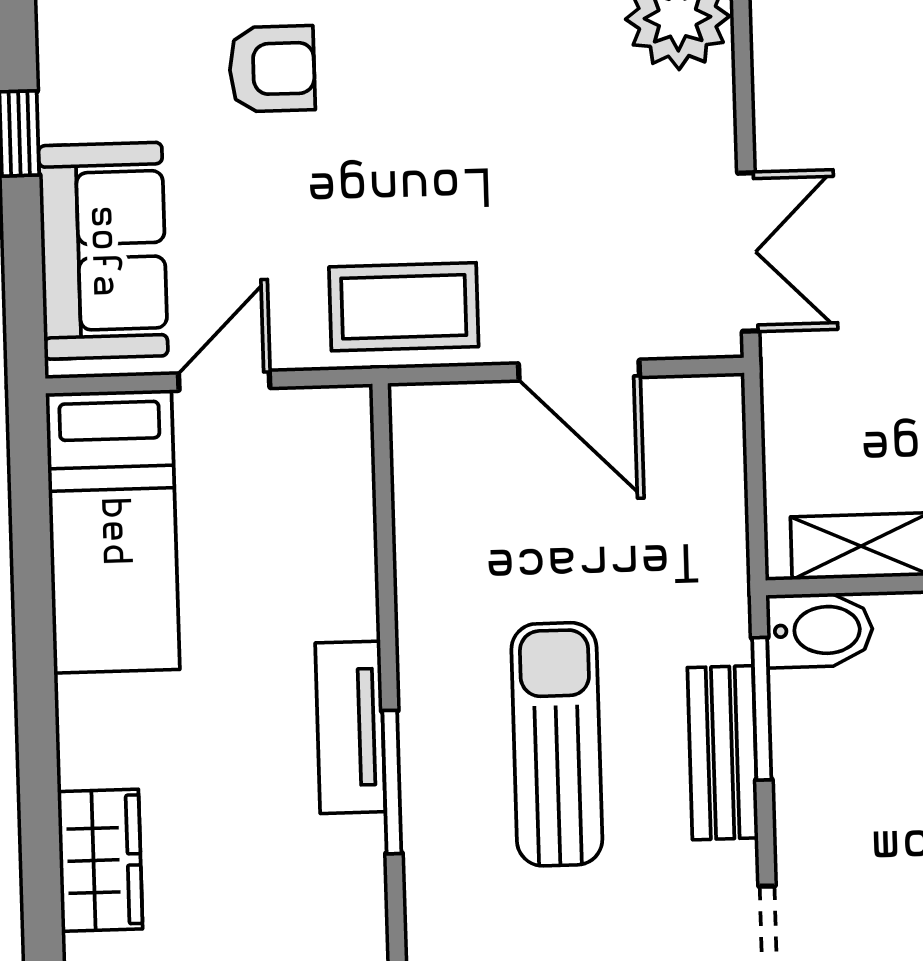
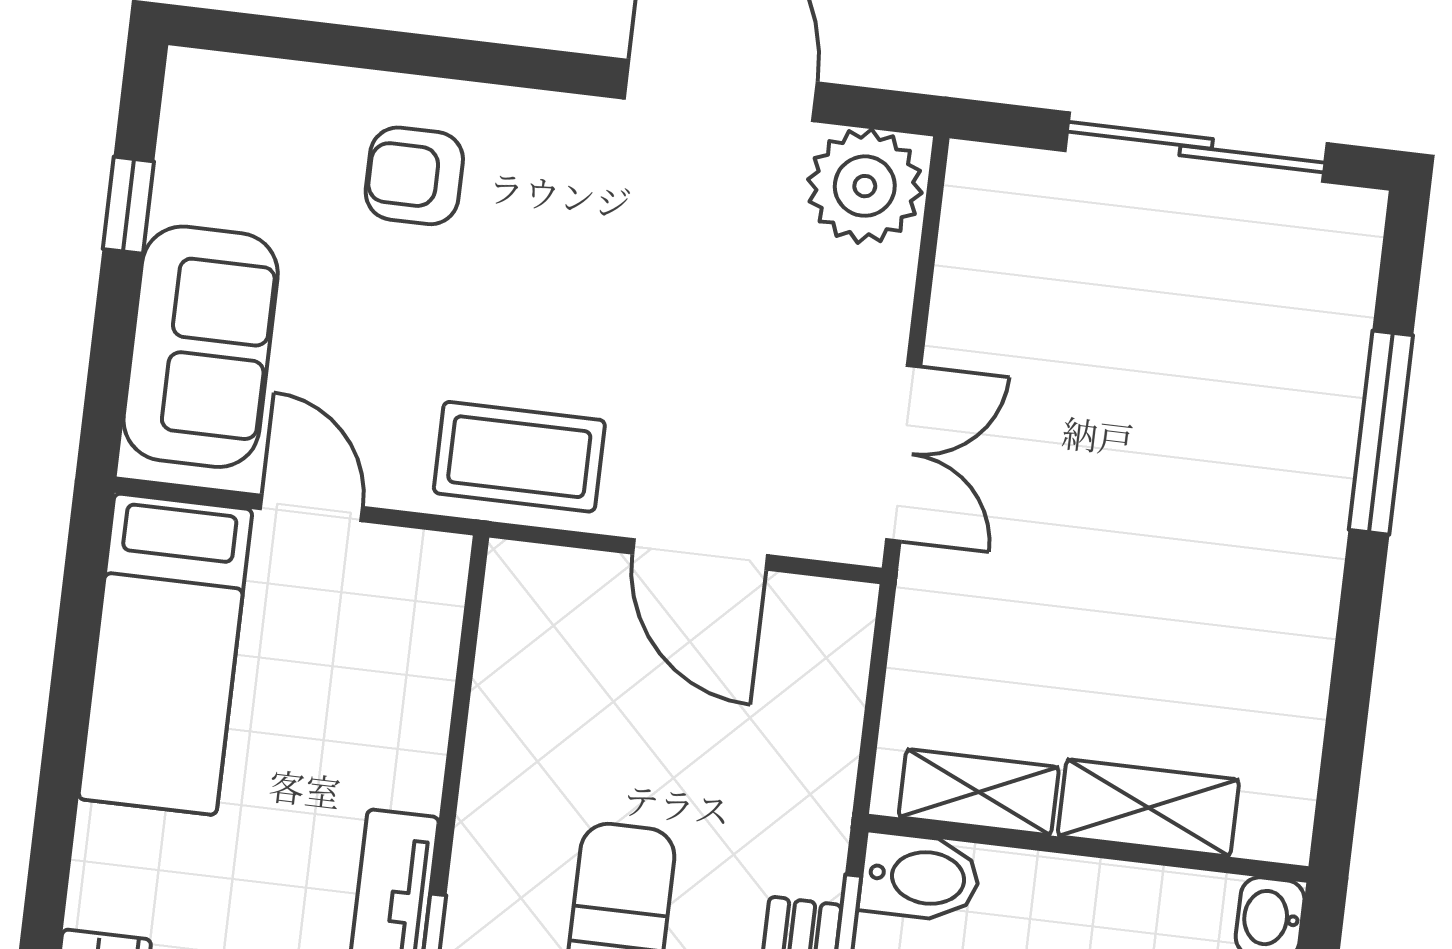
armchair: (272, 69) -> (414, 176), turned 180
door: (224, 381) -> (311, 508), hinge flipped

